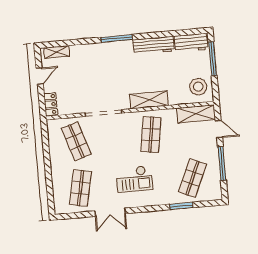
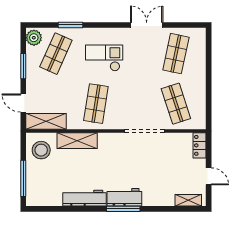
workbench: (191, 43) -> (124, 197), moved
door: (40, 76) -> (209, 176), swing flipped
shelving: (149, 100) -> (77, 141), moved
window: (222, 164) -> (23, 66), width x0.69
checkout: (134, 179) -> (104, 58), moved
plant: (214, 191) -> (34, 38), added

